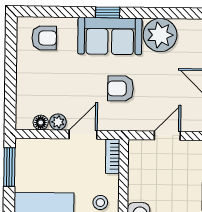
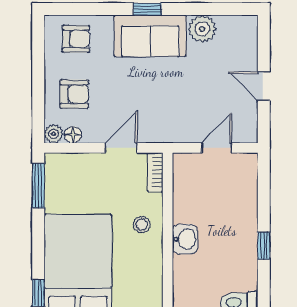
plant: (160, 35) -> (202, 29), width x0.73, depth x0.73
armchair: (121, 88) -> (74, 94), moved, turned 180
plant: (58, 122) -> (53, 134), moved

